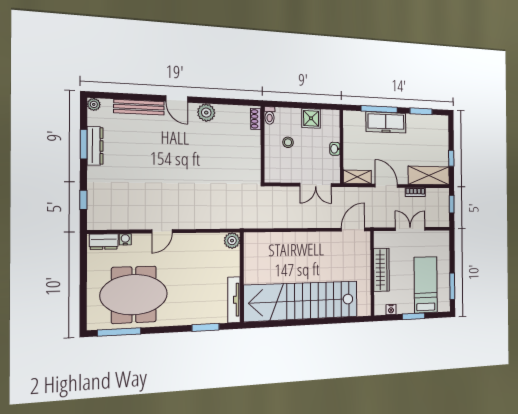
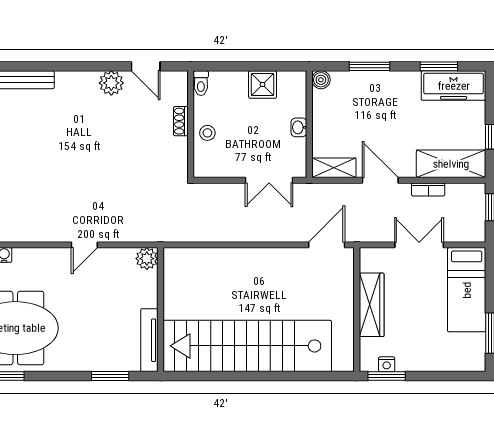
door: (177, 99) -> (146, 66), moved
window: (379, 109) -> (370, 66), width x0.69
boiler: (349, 117) -> (321, 80), added
shoe rack: (256, 119) -> (181, 121), moved
freezer: (386, 122) -> (454, 86), moved
stool: (288, 142) -> (207, 133), moved
door: (162, 231) -> (84, 245), moved
bed: (426, 285) -> (467, 290), moved, turned 180
window: (414, 316) -> (387, 376), moved

